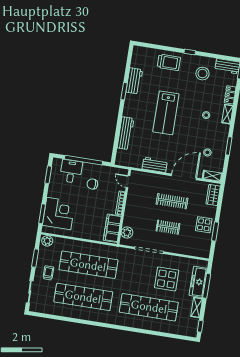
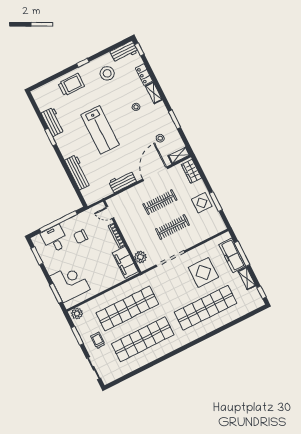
clothes rail: (168, 227) -> (172, 227), width x1.36

